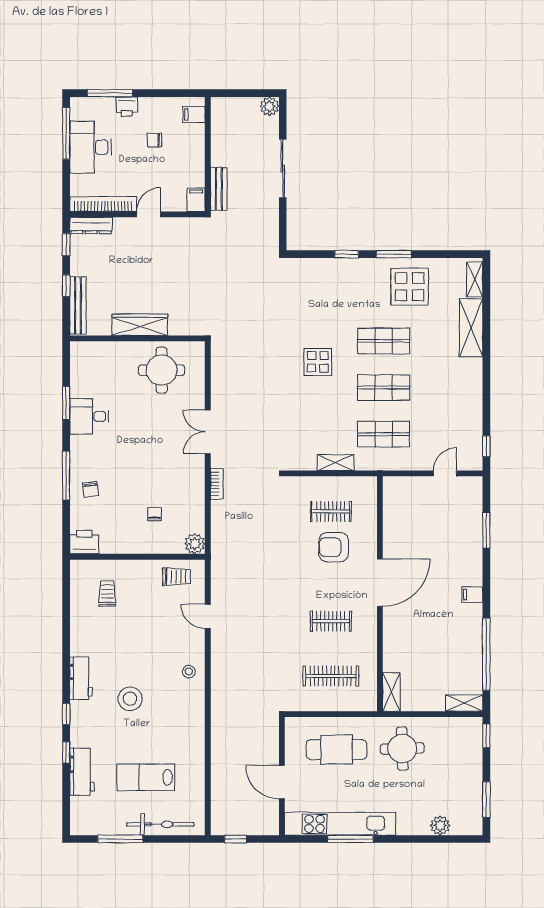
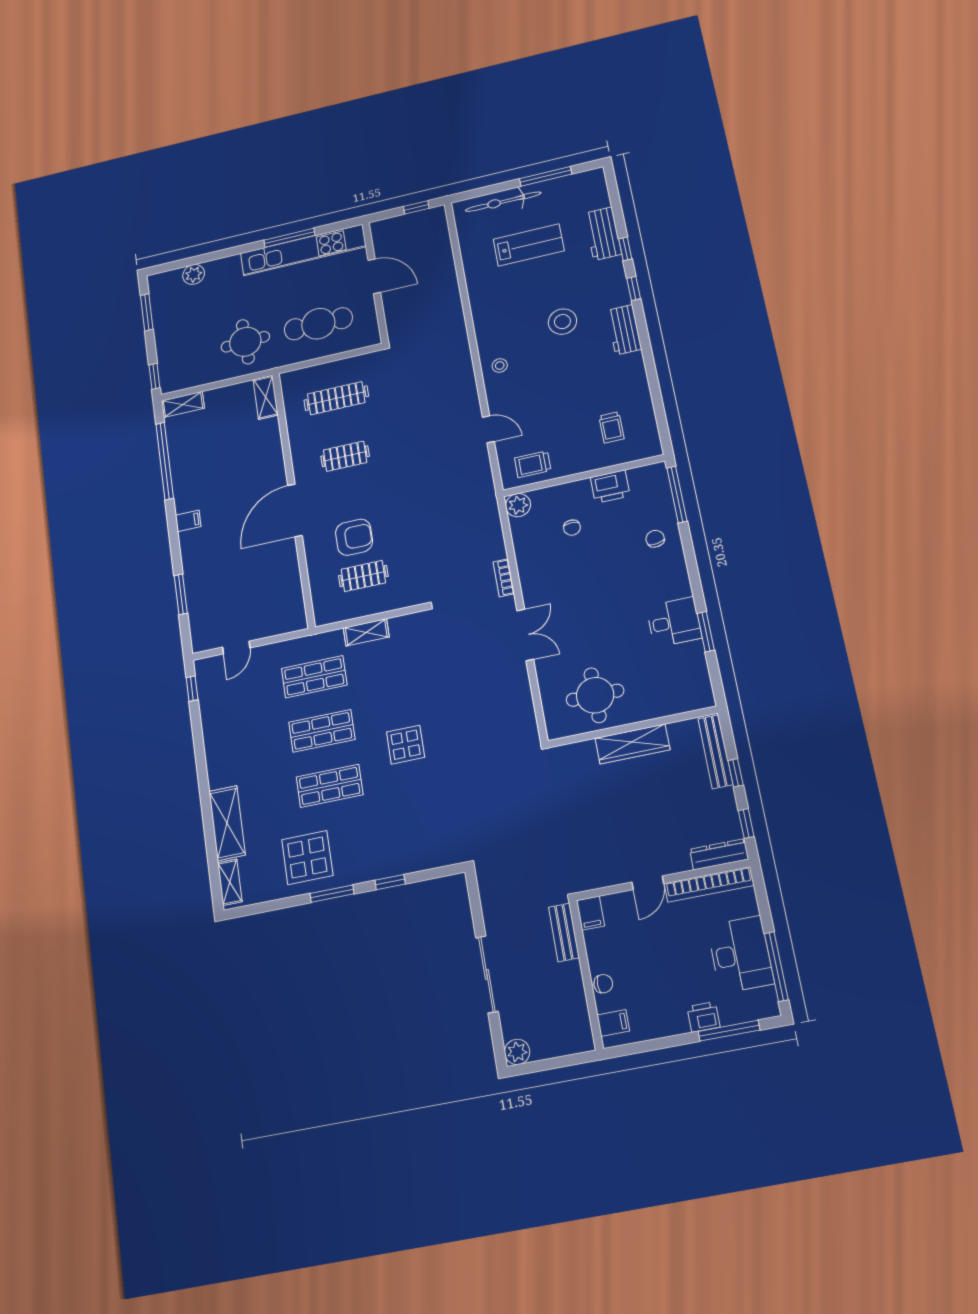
chair: (154, 140) -> (603, 984), moved
window: (66, 476) -> (677, 494), moved
printer: (84, 542) -> (610, 487), moved

